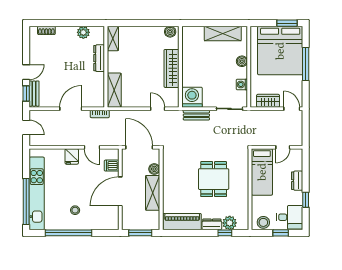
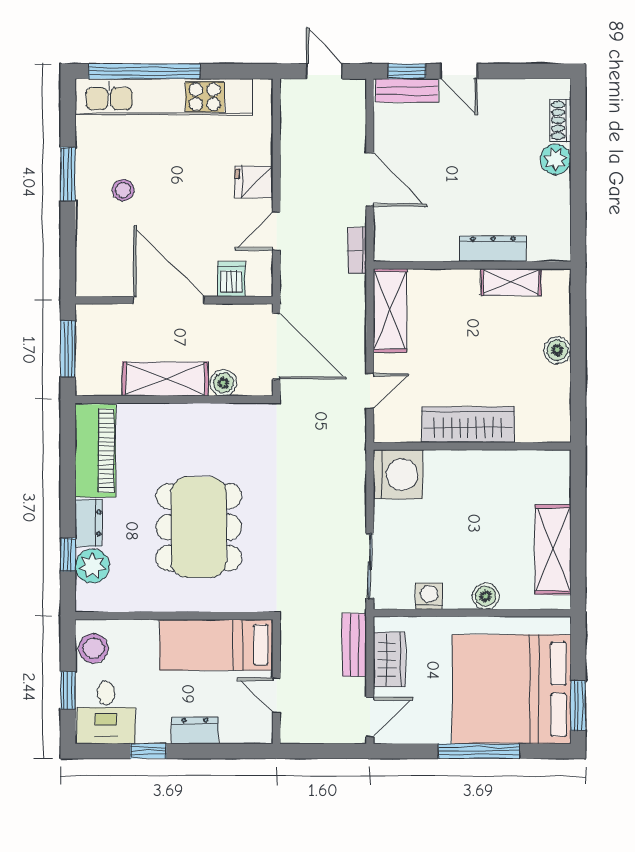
plant: (83, 32) -> (556, 159), moved
boiler: (170, 32) -> (557, 350), moved
shelving: (113, 39) -> (511, 282), moved
shelving: (114, 90) -> (390, 310), moved, turned 90
bench: (196, 115) -> (354, 645), moved
door: (26, 127) -> (324, 71), swing flipped
door: (139, 147) -> (276, 346), hinge flipped
dining table: (214, 179) -> (199, 527), width x1.38
window: (68, 233) -> (68, 174), width x0.47

